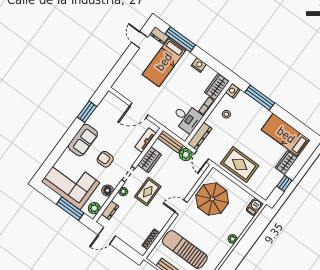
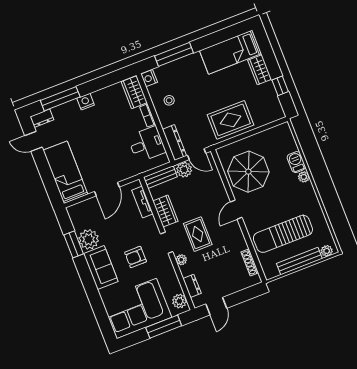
bed: (164, 62) -> (65, 172), moved, turned 180
nightstand: (199, 65) -> (86, 102), moved
plant: (97, 120) -> (89, 239), added
floor lamp: (107, 190) -> (170, 275), removed
barbecue: (254, 207) -> (296, 162), moved

